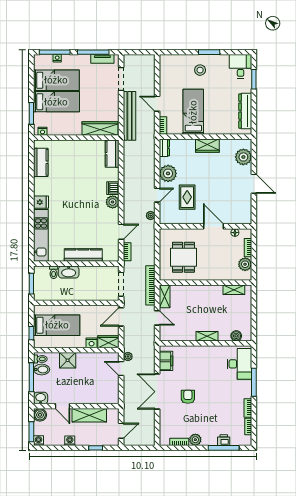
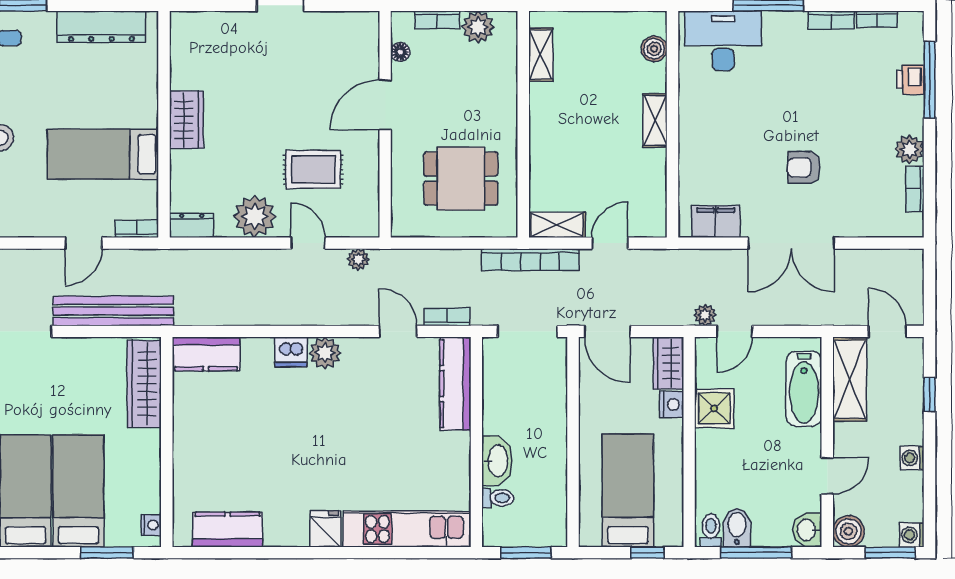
plant: (243, 157) -> (214, 31), removed
kitchen counter: (83, 255) -> (455, 384), moved
shower: (68, 360) -> (714, 408), moved
bathtub: (98, 397) -> (804, 389), added
shelving: (89, 415) -> (850, 379), moved

